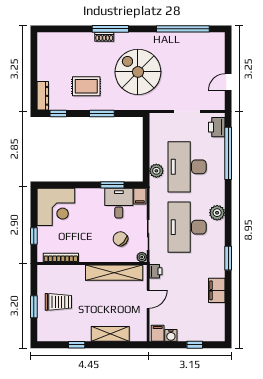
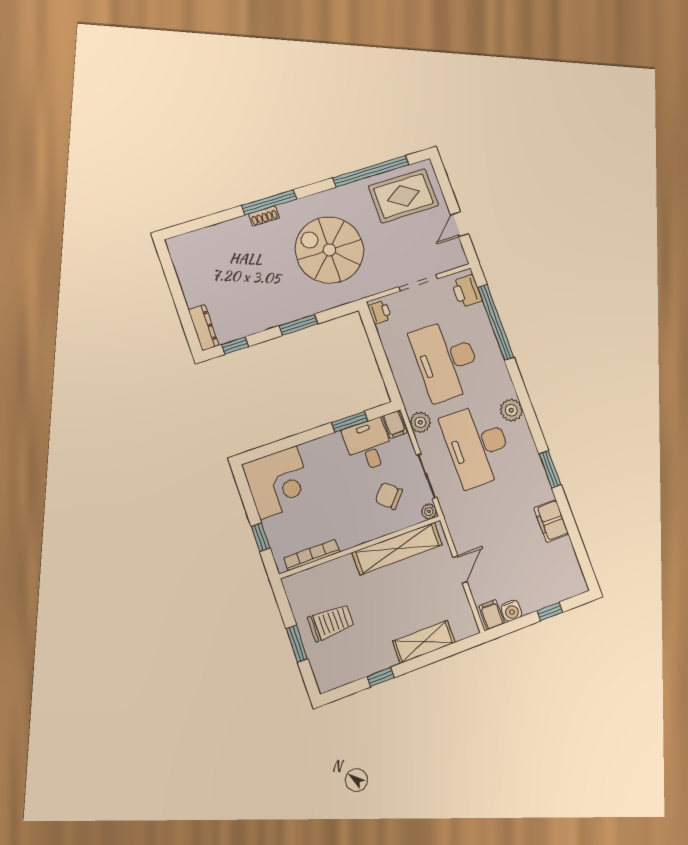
rug: (86, 86) -> (403, 196), moved, width x1.36, depth x1.43
plant: (156, 171) -> (420, 422), moved
printer: (156, 271) -> (380, 312), moved

